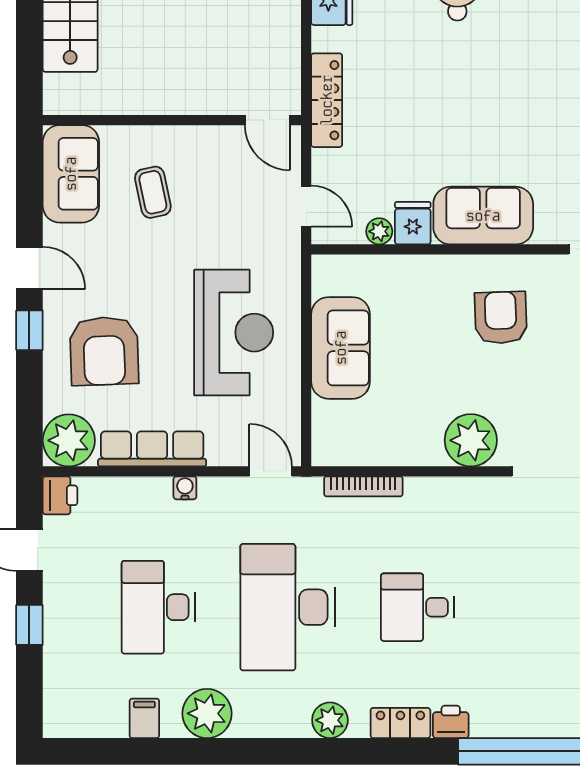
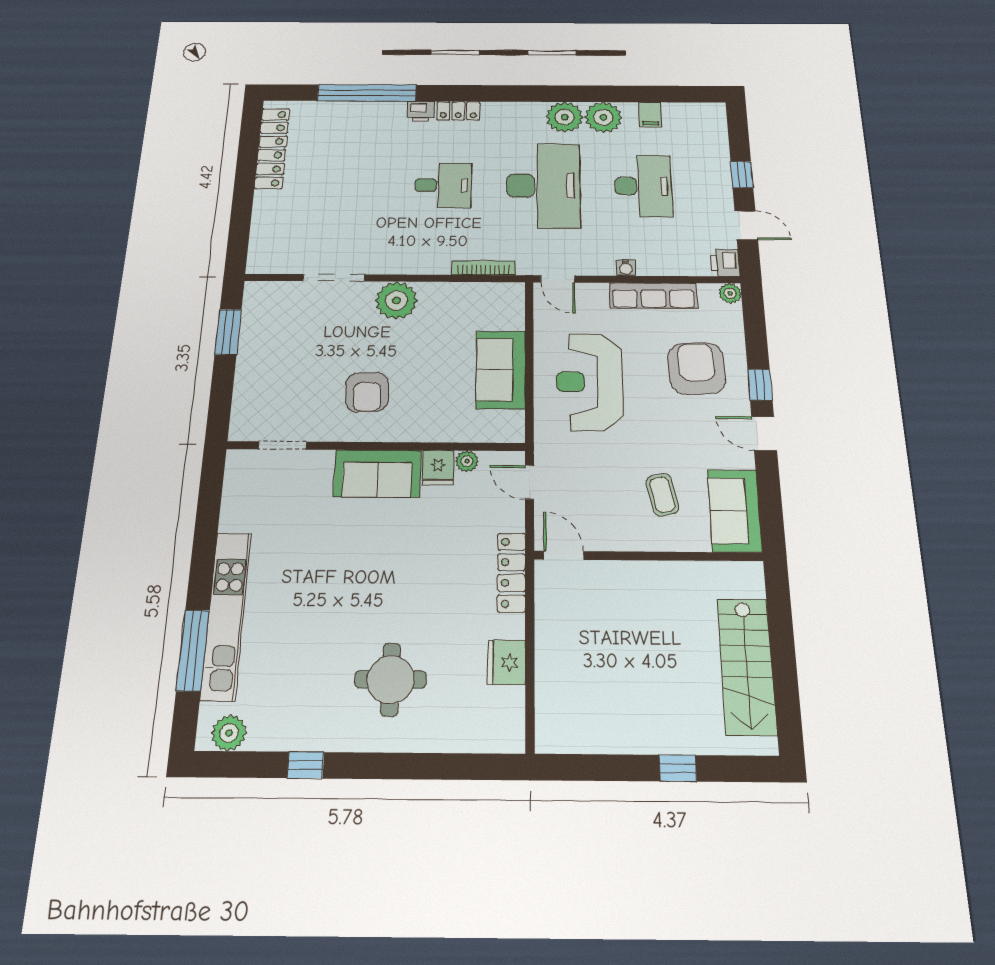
plant: (69, 440) -> (730, 293), width x0.53, depth x0.53
plant: (330, 720) -> (565, 117), moved, width x1.36, depth x1.36

